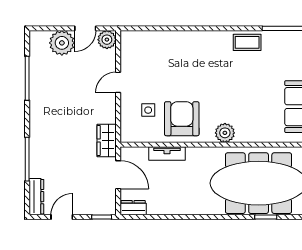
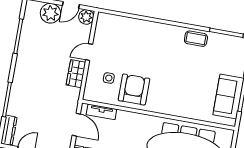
plant: (225, 133) -> (166, 107), removed
wardrobe: (107, 140) -> (76, 74), moved
tv unit: (167, 154) -> (101, 112), moved

